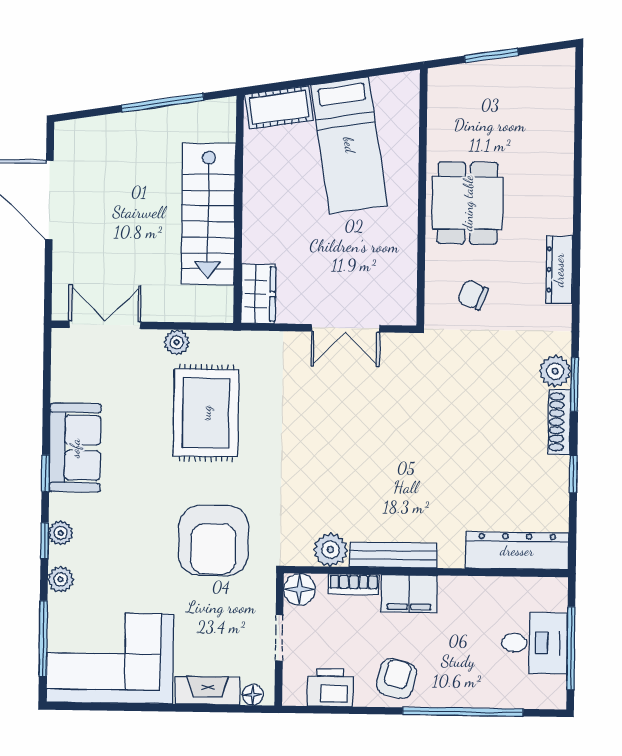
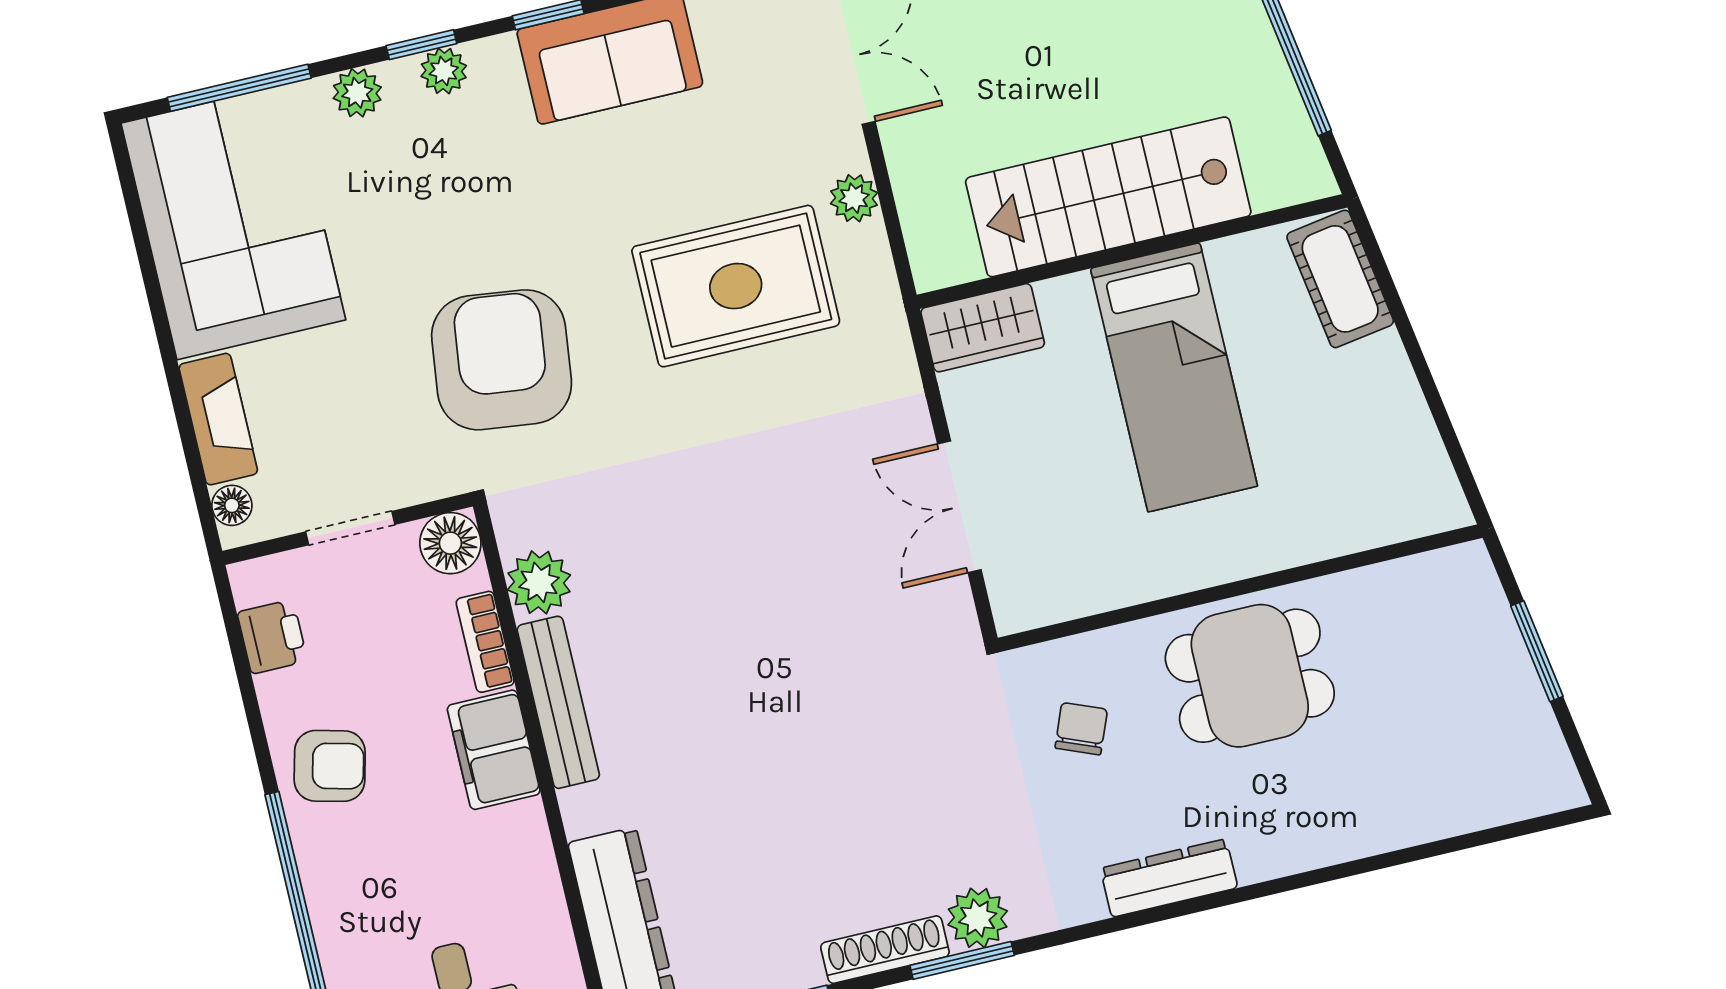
bed: (349, 145) -> (1174, 377), moved, turned -81
armchair: (214, 540) -> (502, 360), turned 97
printer: (330, 688) -> (272, 637), width x0.73, depth x0.81

